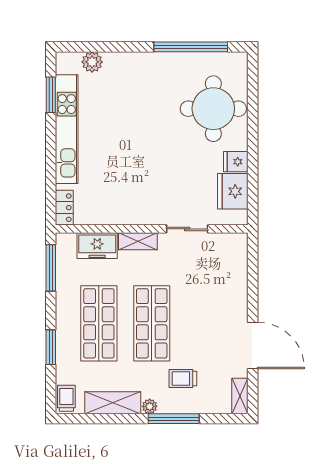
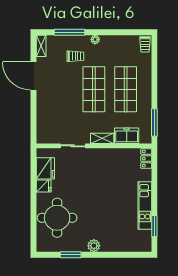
window: (191, 47) -> (71, 255), width x0.47
plant: (92, 62) -> (94, 246), moved
kitchen unit: (67, 129) -> (145, 206), width x0.73
window: (51, 347) -> (154, 75), removed
shelving: (113, 403) -> (117, 42), removed
window: (174, 419) -> (69, 32), moved

